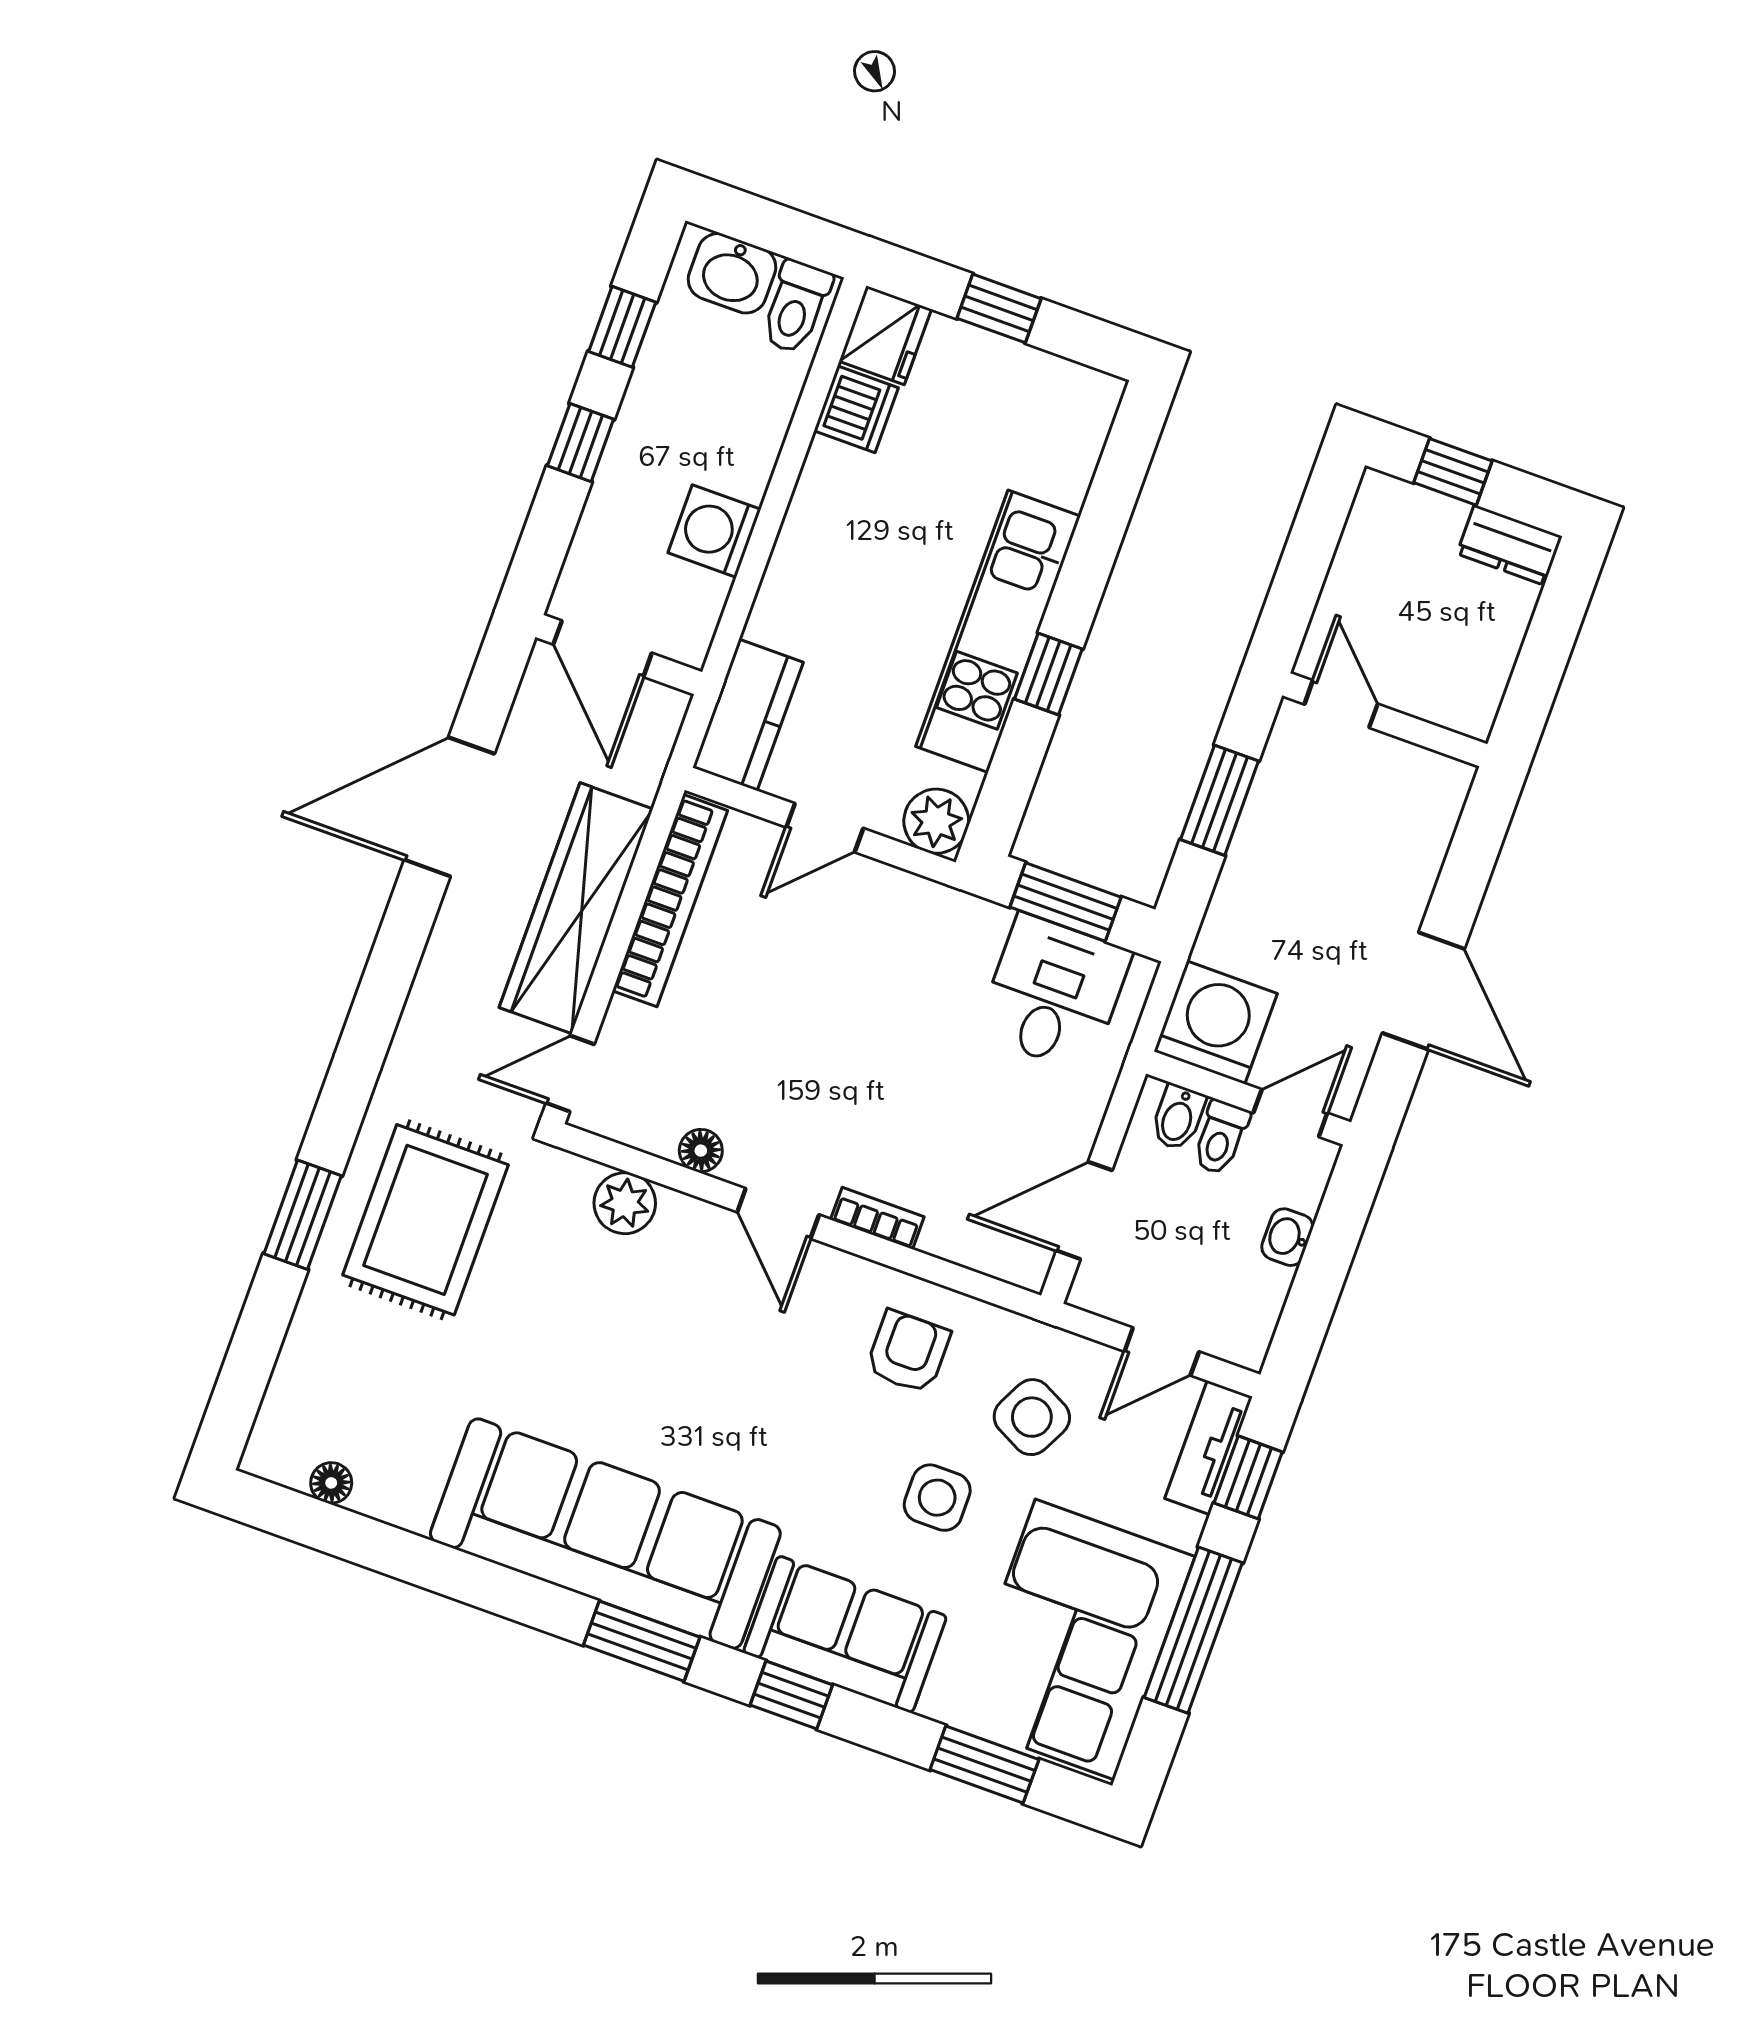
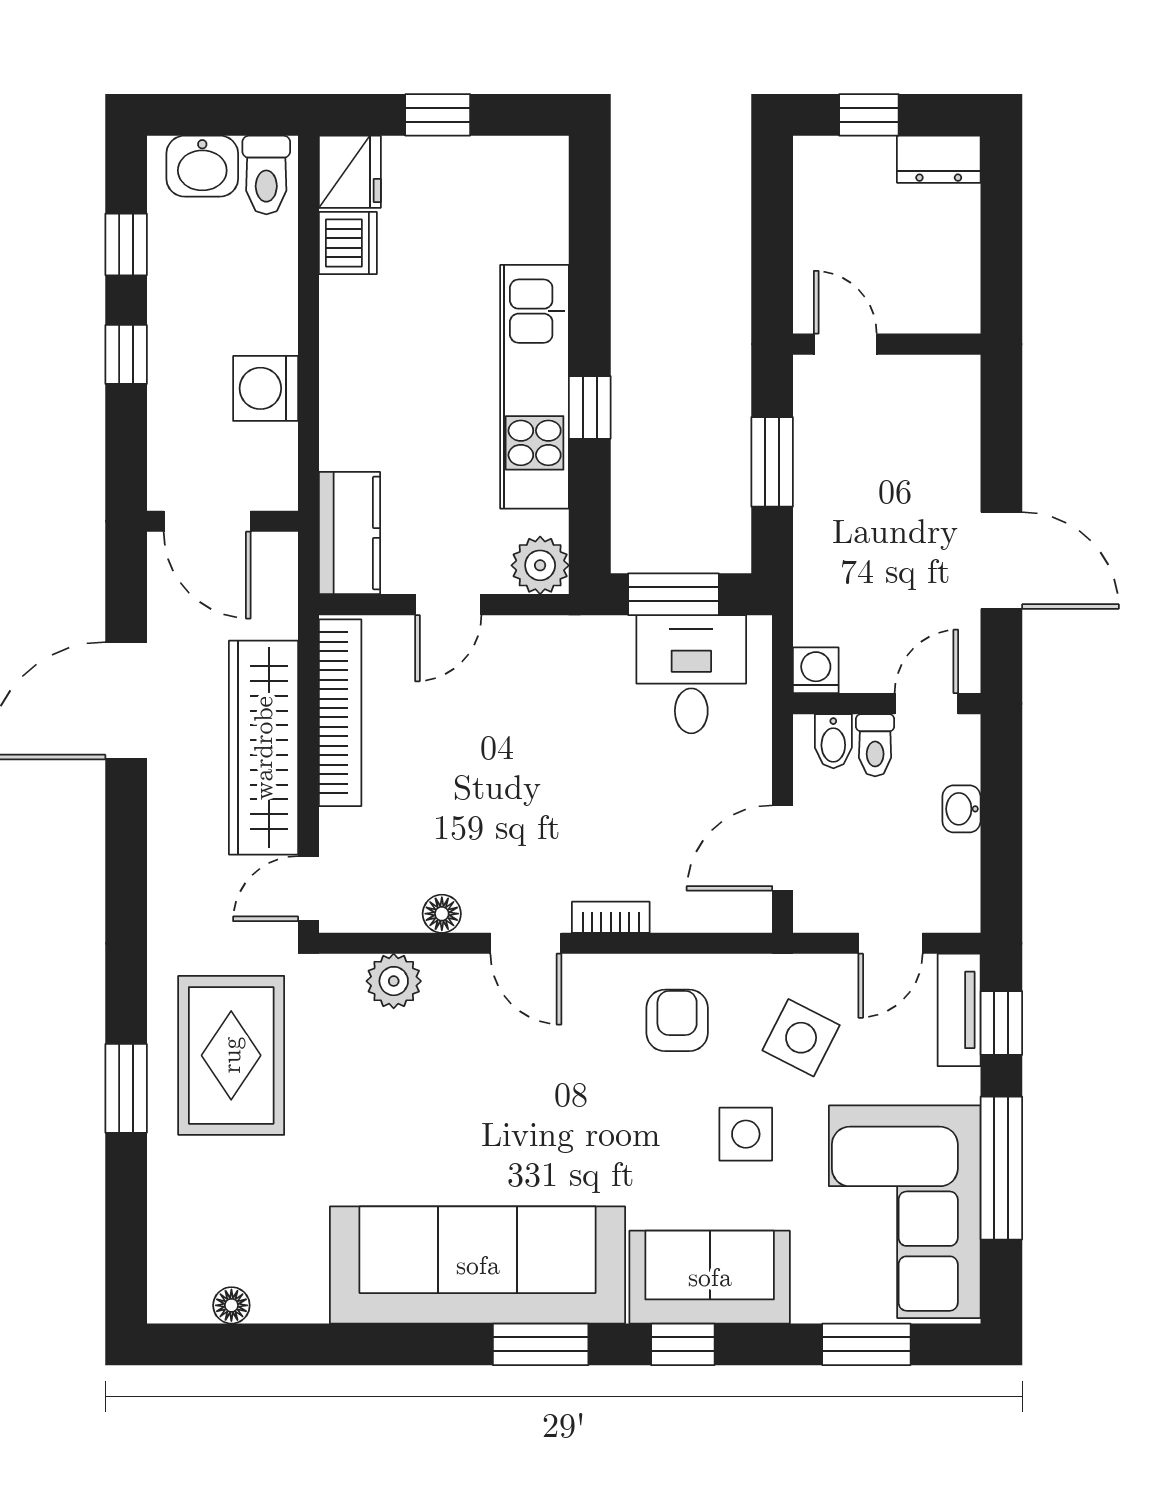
washing machine: (1216, 1022) -> (816, 670), width x0.53, depth x0.53

